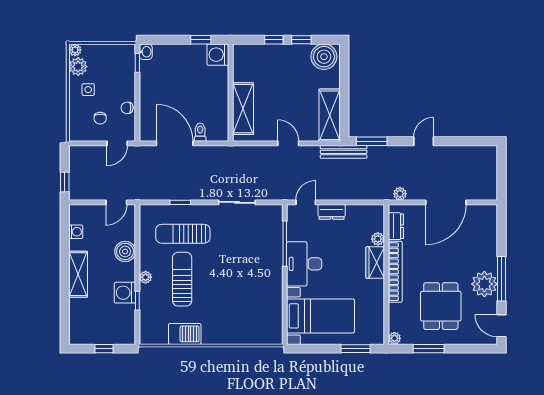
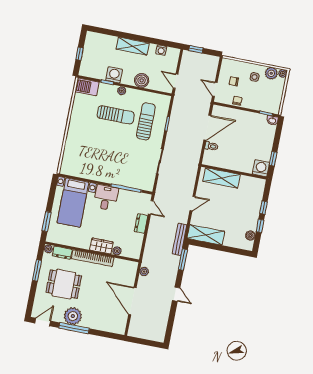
boiler: (324, 57) -> (250, 236), width x0.54, depth x0.54
dresser: (396, 226) -> (62, 253), moved
desk: (304, 264) -> (106, 198), width x0.73
barbecue: (185, 334) -> (87, 87), moved, turned 90

